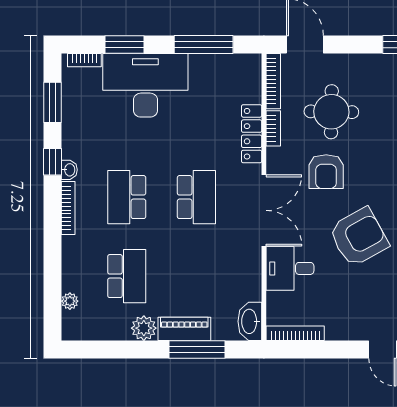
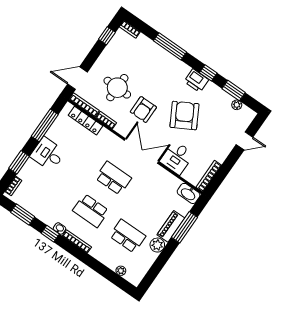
desk: (145, 85) -> (48, 154), width x0.53, depth x0.77
locker: (252, 134) -> (85, 121), moved
armchair: (326, 172) -> (143, 110), turned 90

